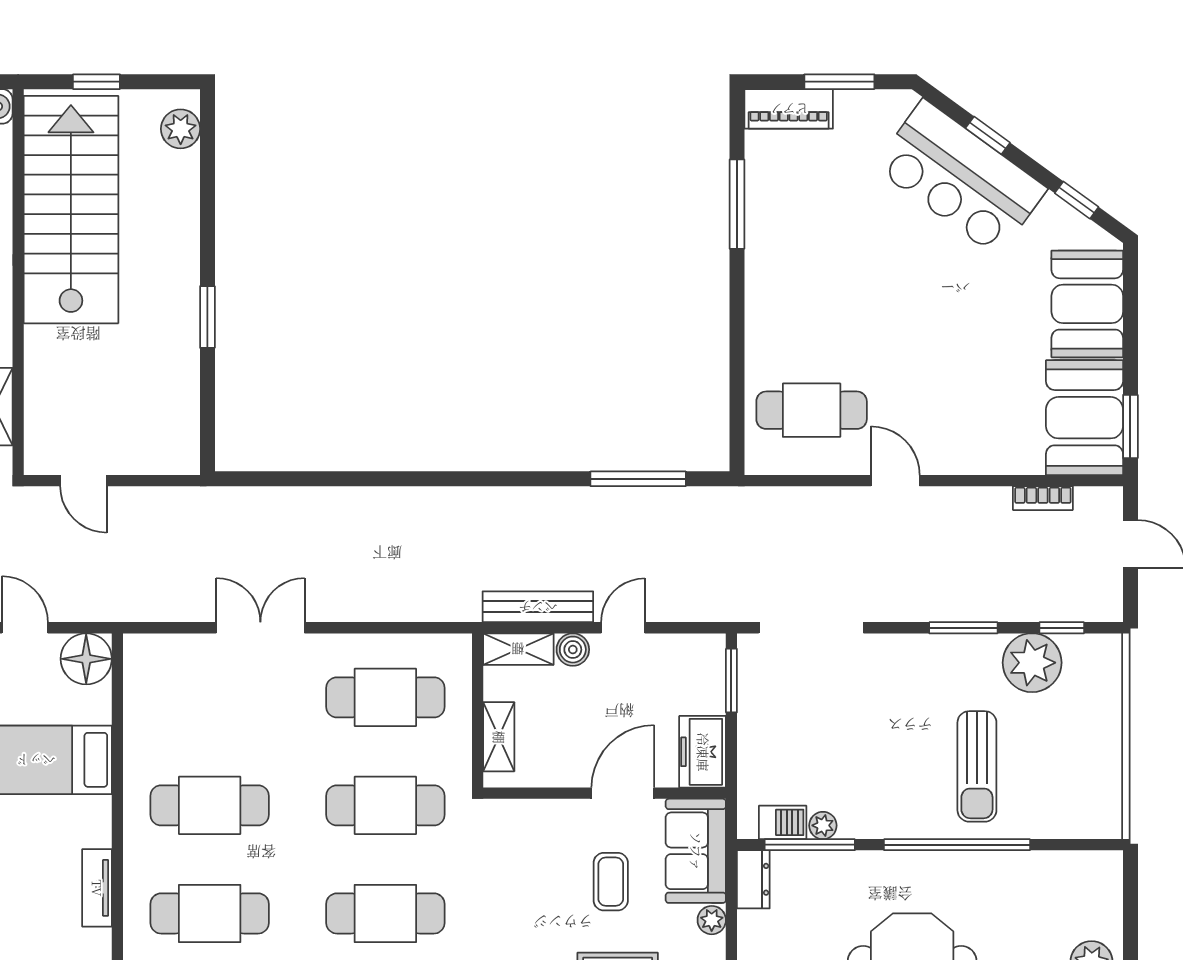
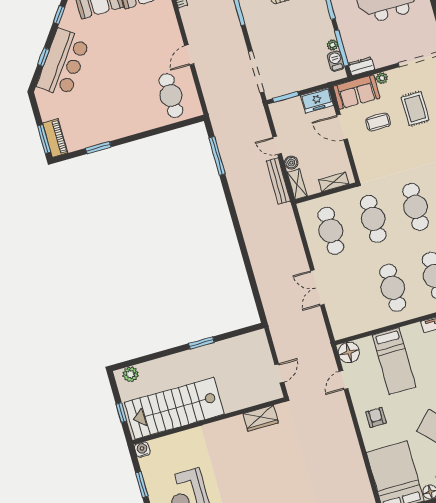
window: (839, 82) -> (44, 139), moved
window: (737, 204) -> (98, 148), width x0.69

